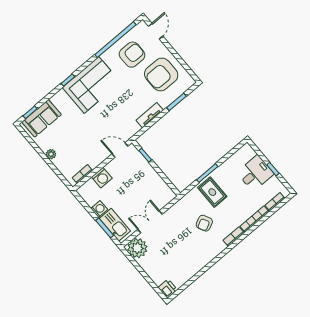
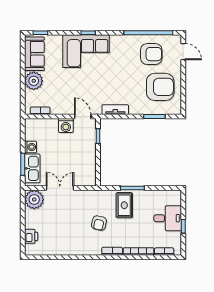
door: (156, 31) -> (183, 52), hinge flipped
armchair: (161, 75) -> (160, 87), turned 180
corner sofa: (91, 85) -> (86, 51), moved
tv unit: (150, 115) -> (115, 110), moved
sofa: (42, 118) -> (34, 54), moved, turned -90
plant: (51, 154) -> (34, 81), width x1.88, depth x1.88
washing machine: (102, 178) -> (66, 126), moved
armchair: (204, 223) -> (99, 223), turned -52
printer: (168, 289) -> (31, 236), moved

